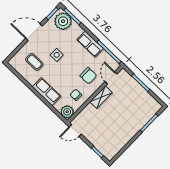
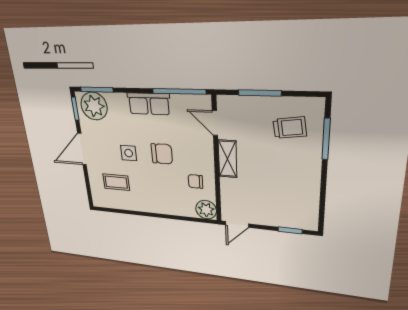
chair: (88, 76) -> (162, 154), moved
row of seats: (47, 92) -> (162, 205), removed
trolley: (139, 106) -> (290, 128), added

